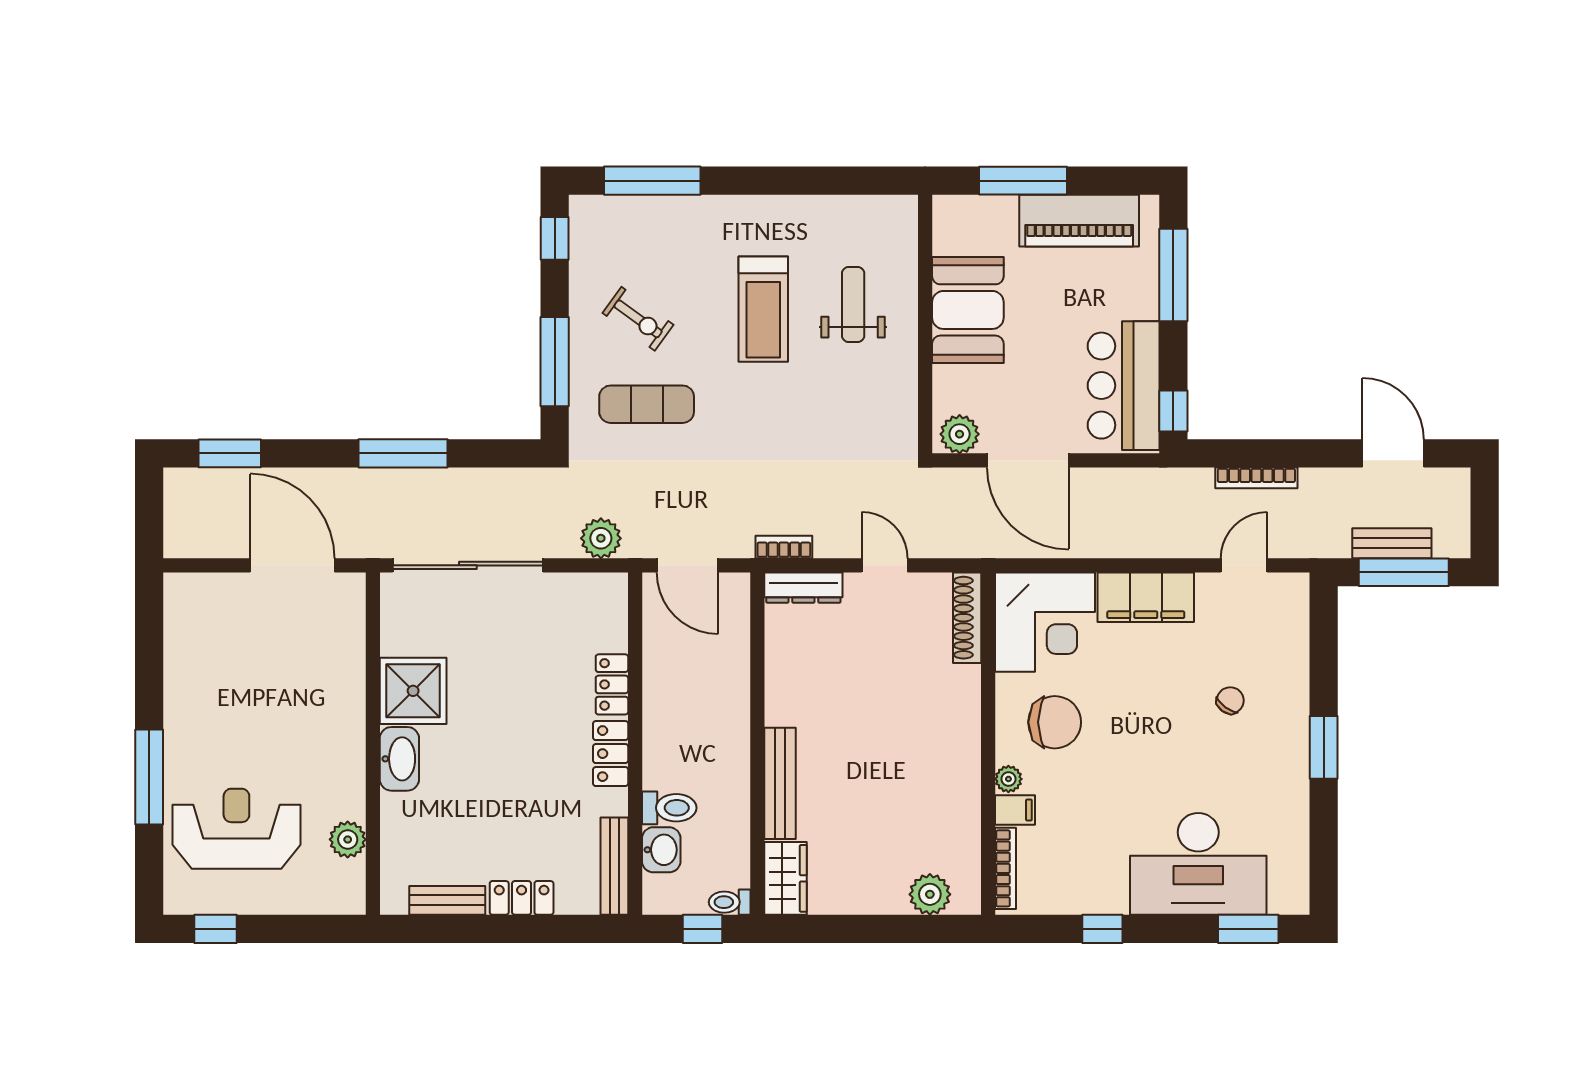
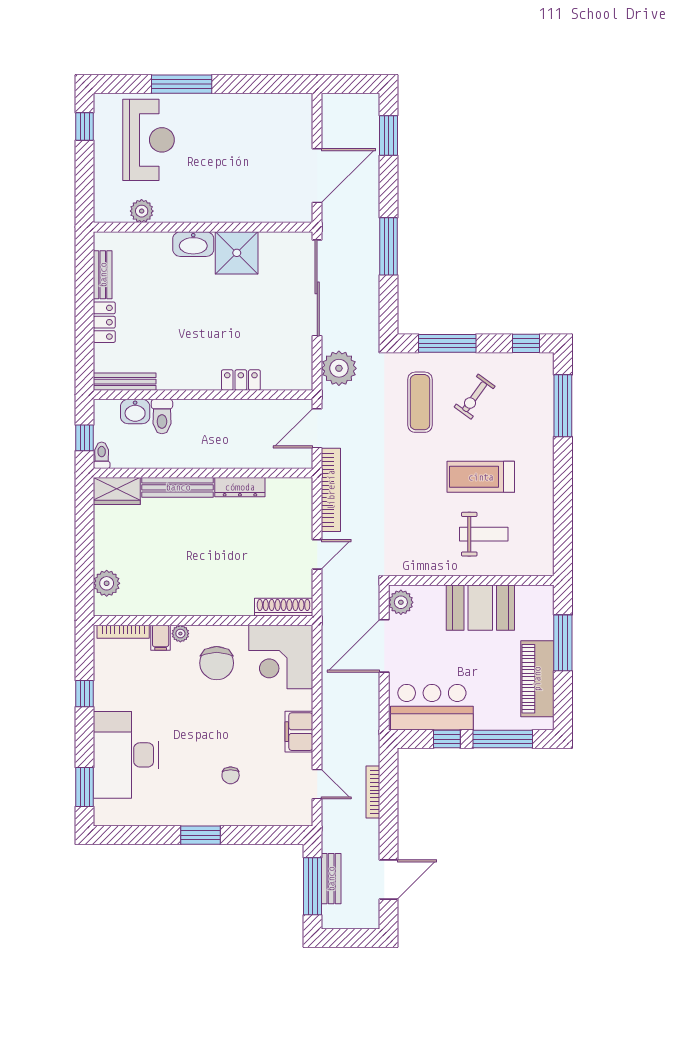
window: (1173, 411) -> (447, 739), moved
plant: (601, 538) -> (339, 368), width x1.36, depth x1.36
bookcase: (784, 547) -> (331, 490), width x2.31, depth x1.31
dresser: (803, 588) -> (240, 487), moved, turned -90
filing cabinet: (1146, 597) -> (299, 732), width x0.67, depth x0.86
chair: (1230, 700) -> (231, 775), turned 54
locker: (611, 754) -> (197, 379), removed

